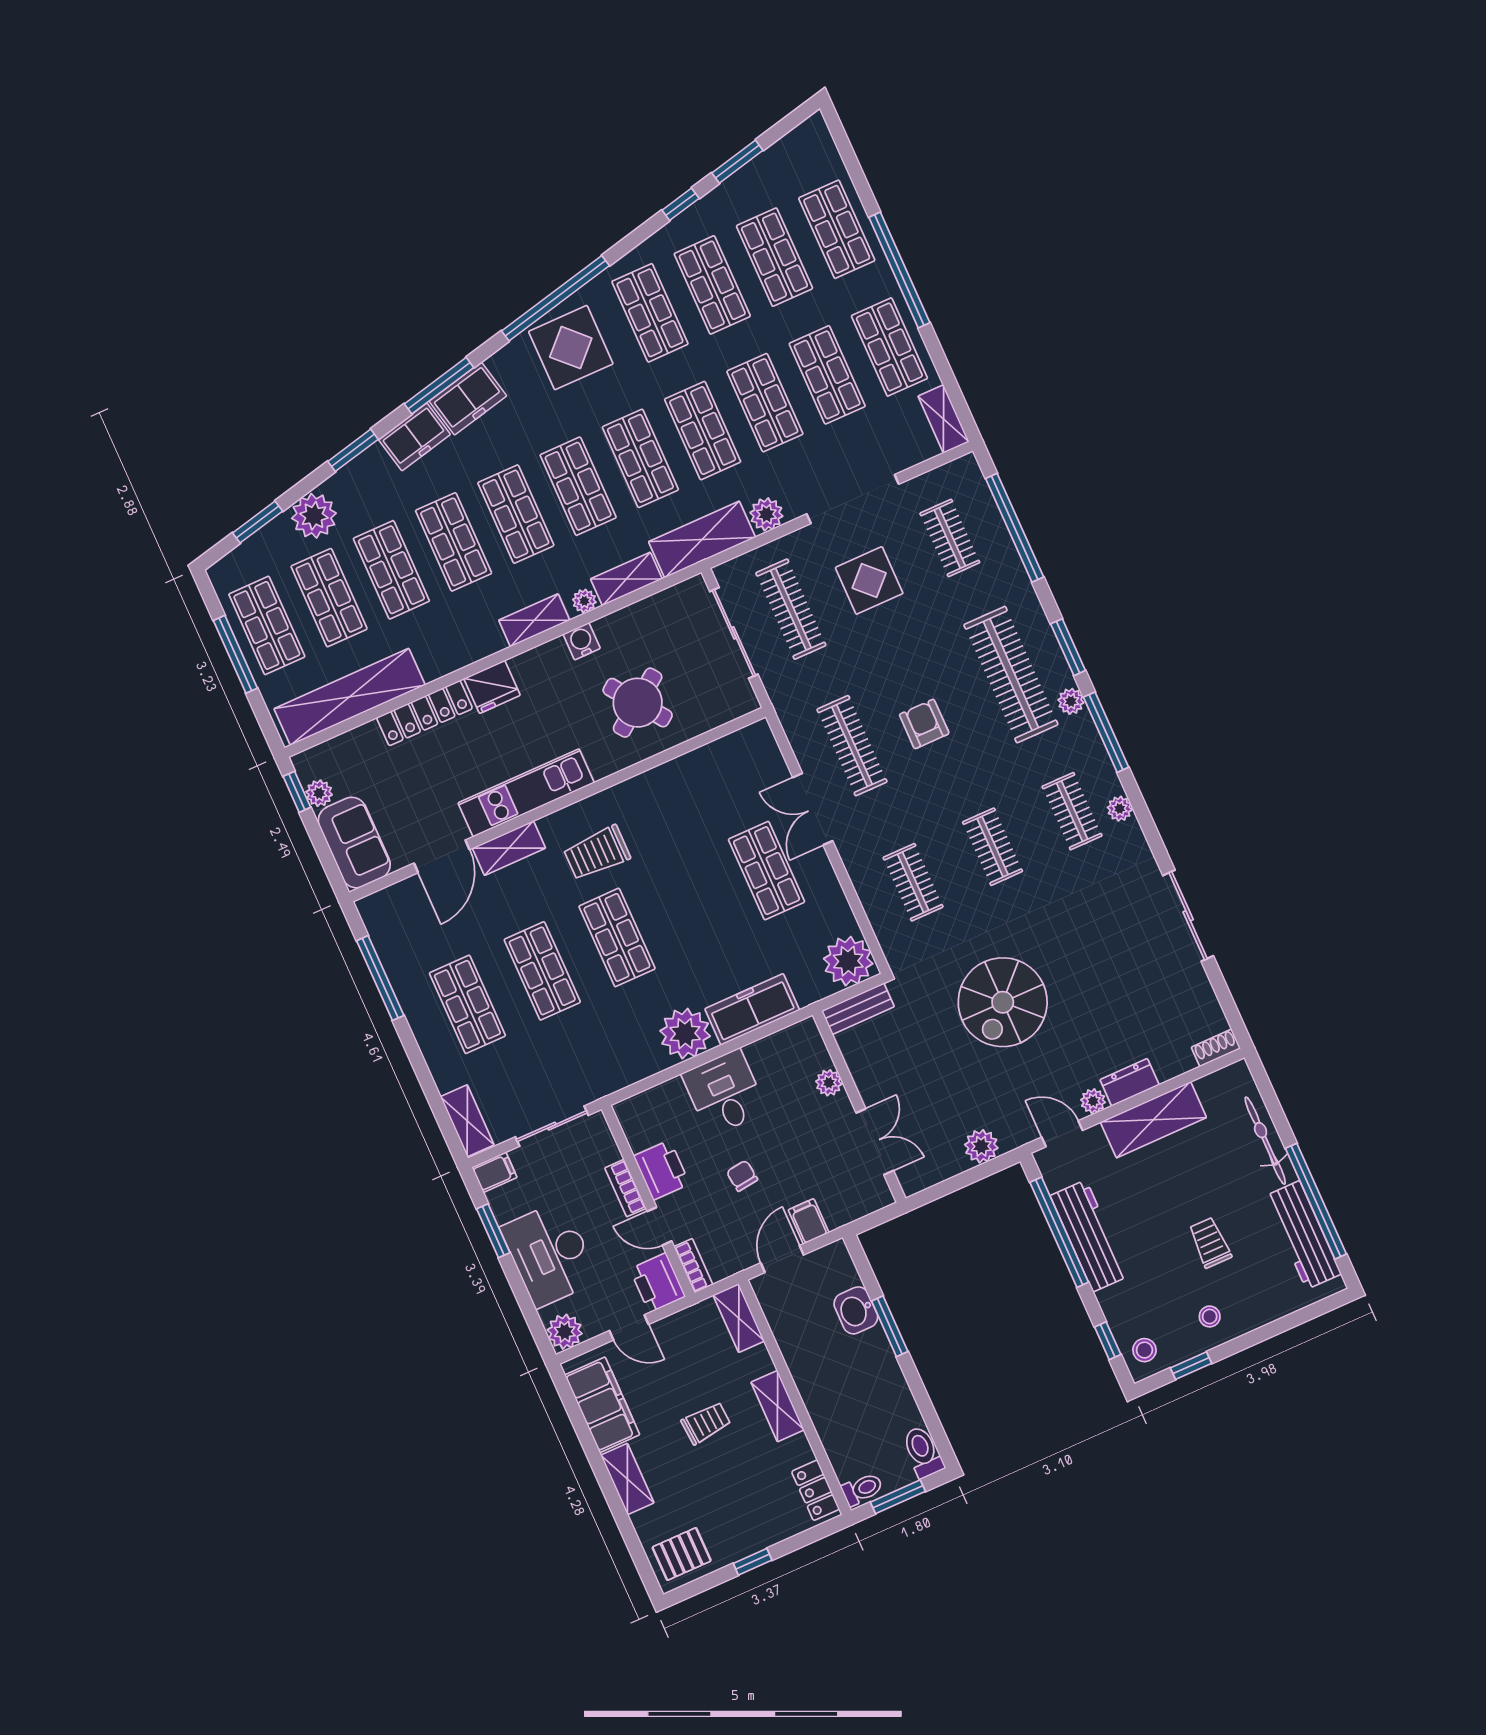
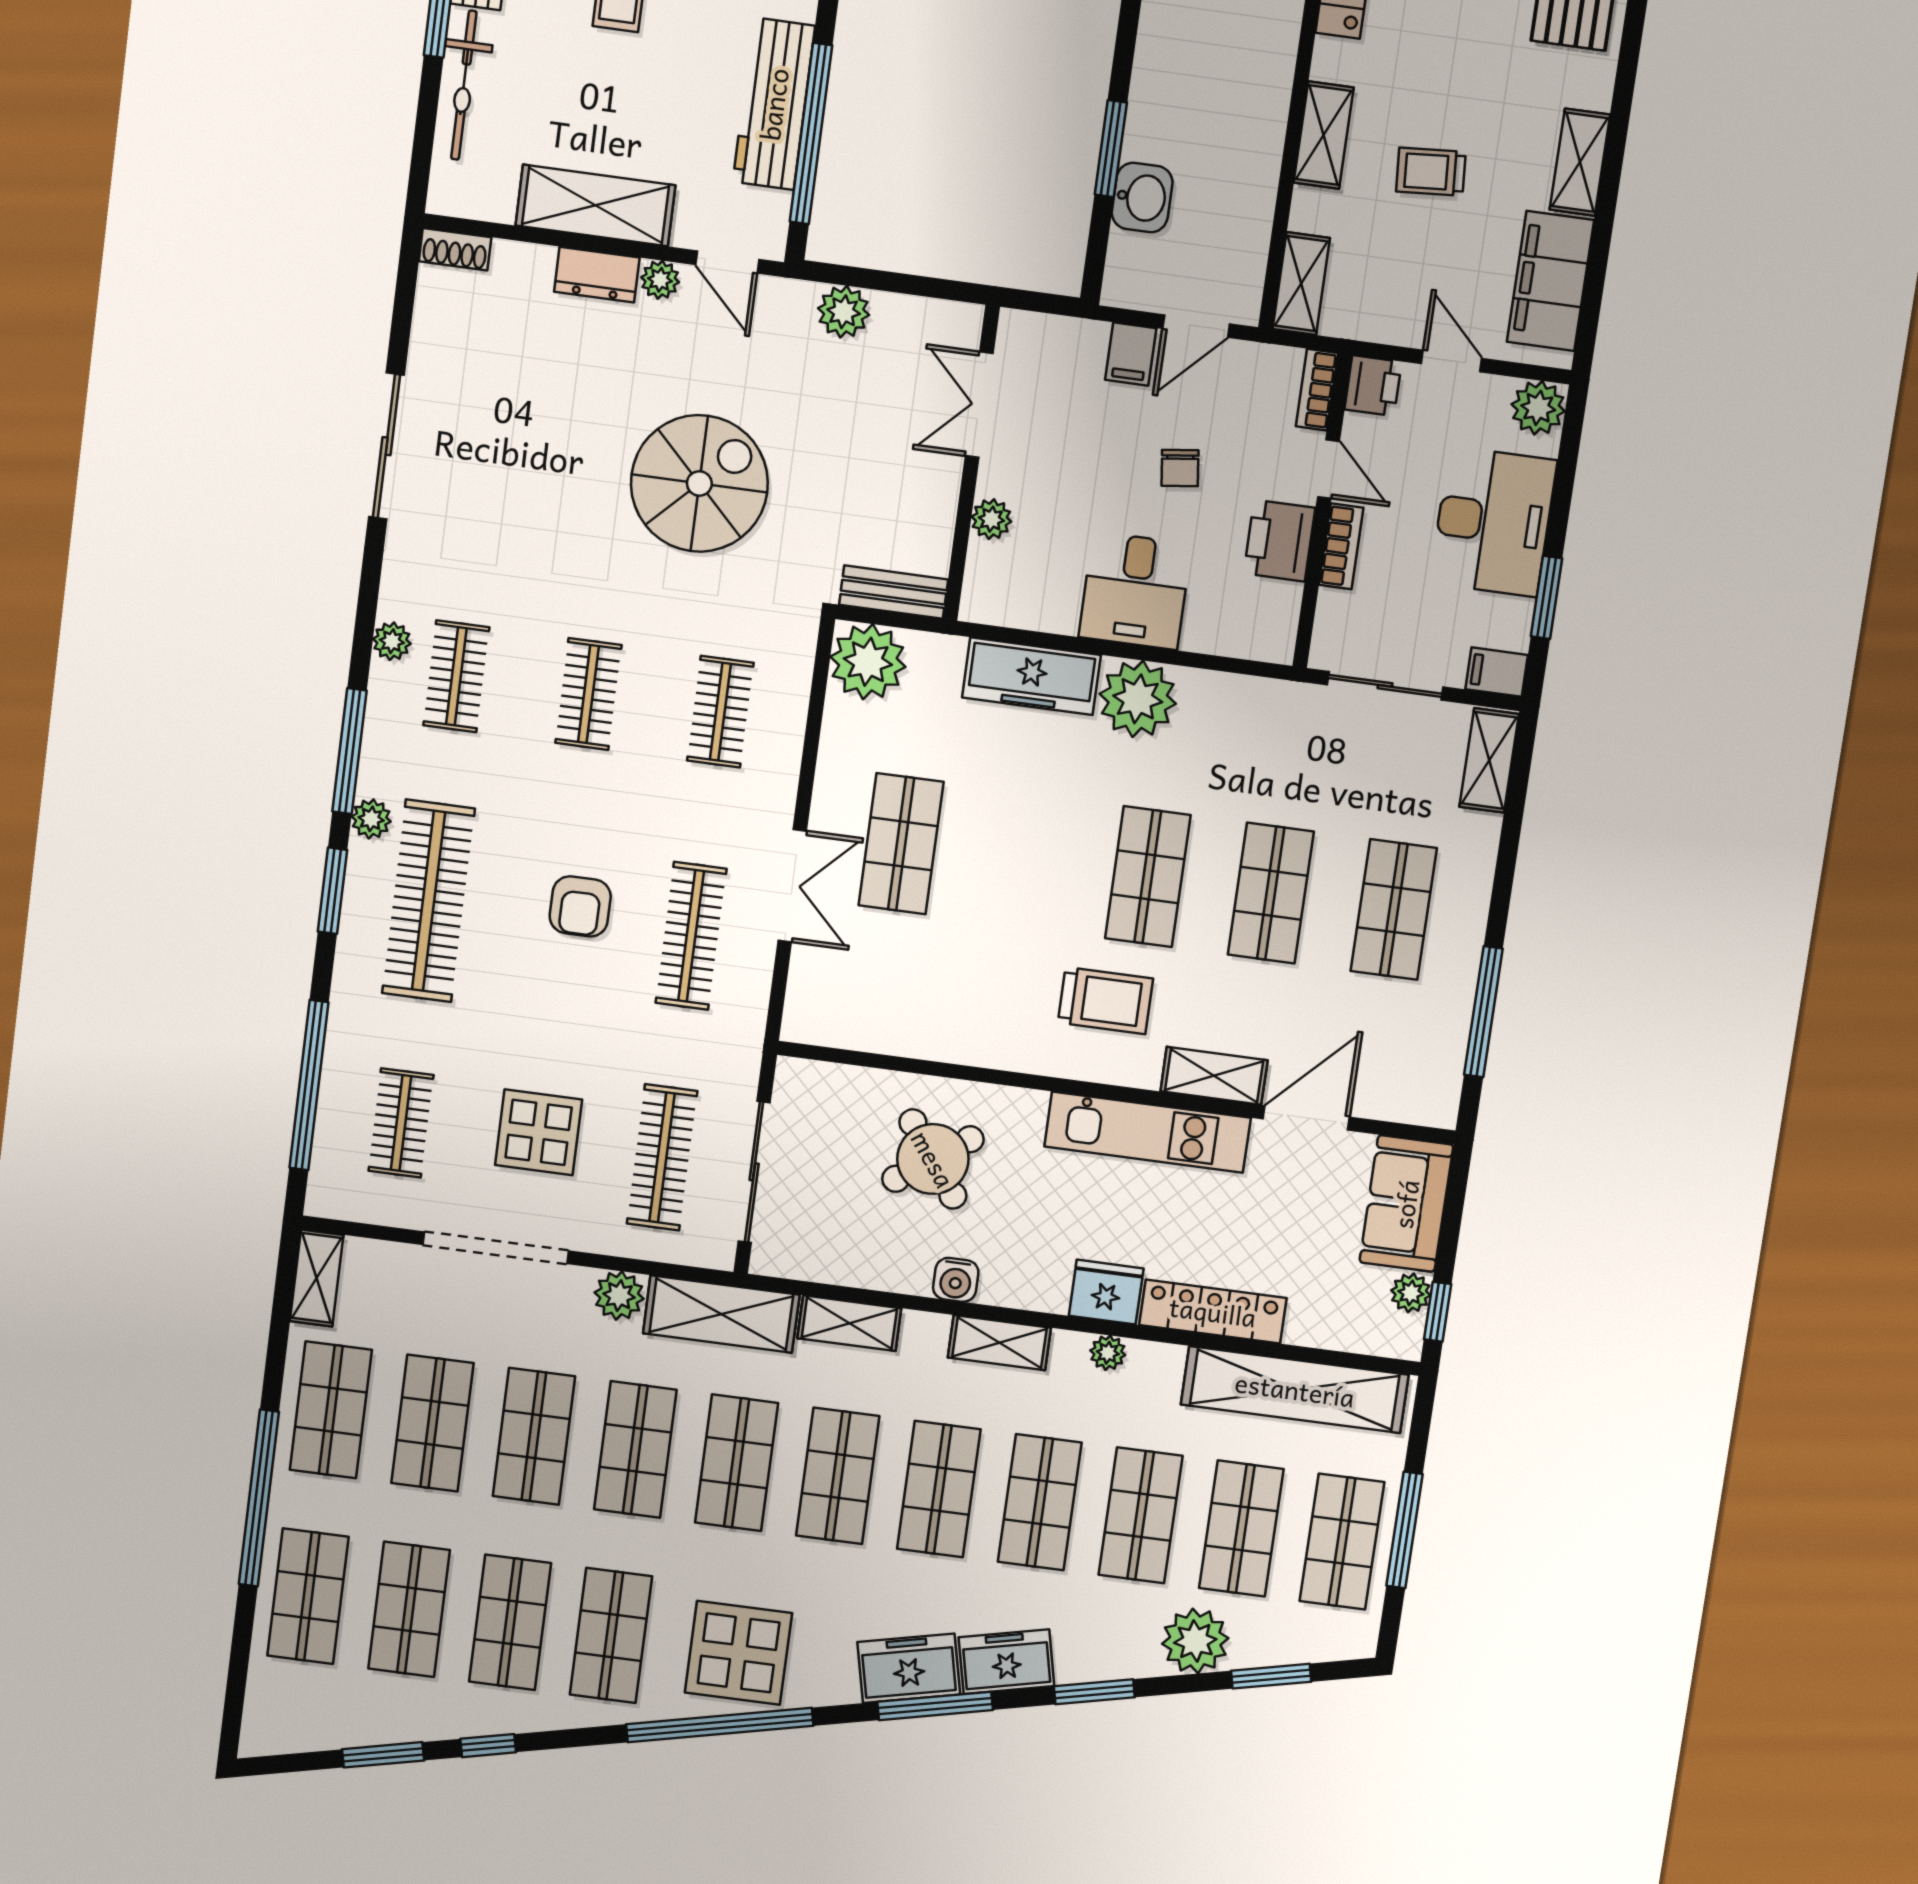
plant: (584, 601) -> (1108, 1353), moved
printer: (658, 1283) -> (1373, 386), width x0.73, depth x0.81

